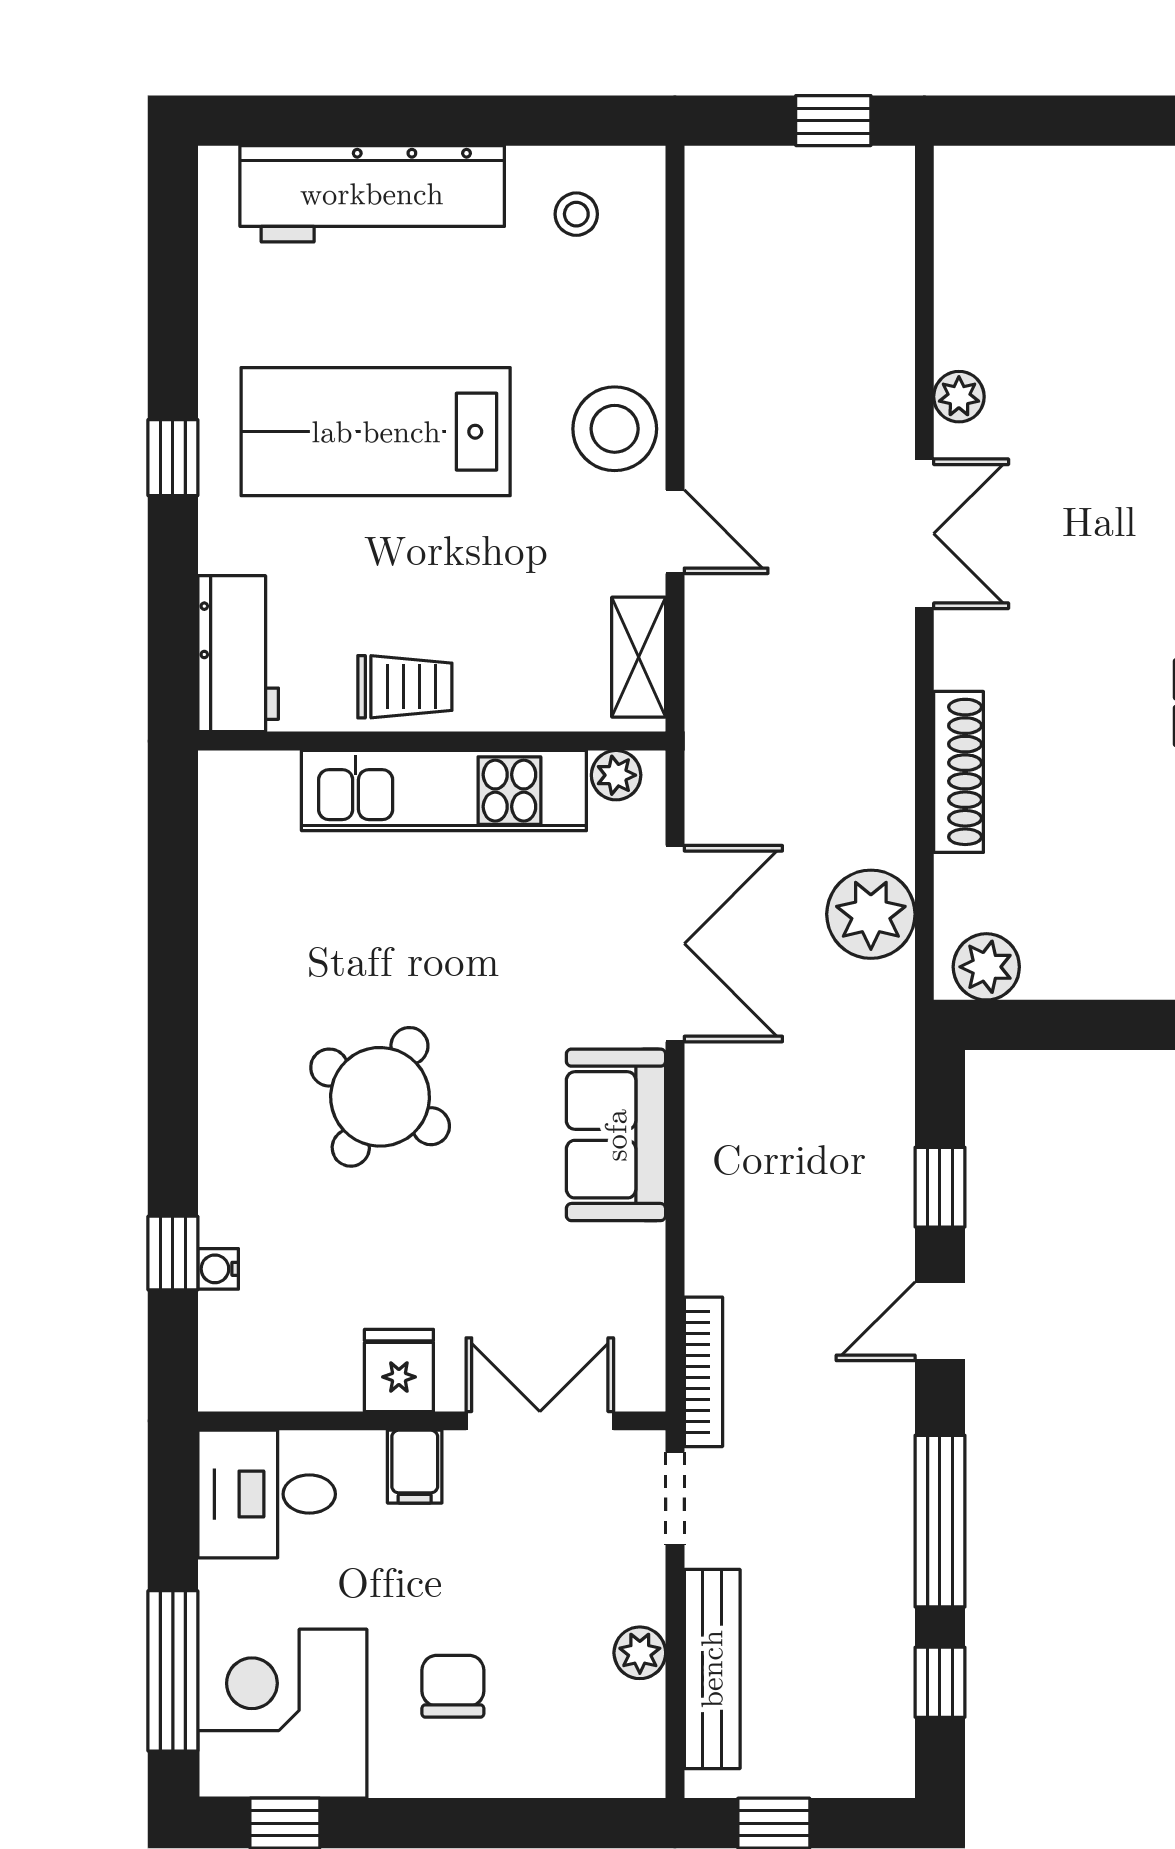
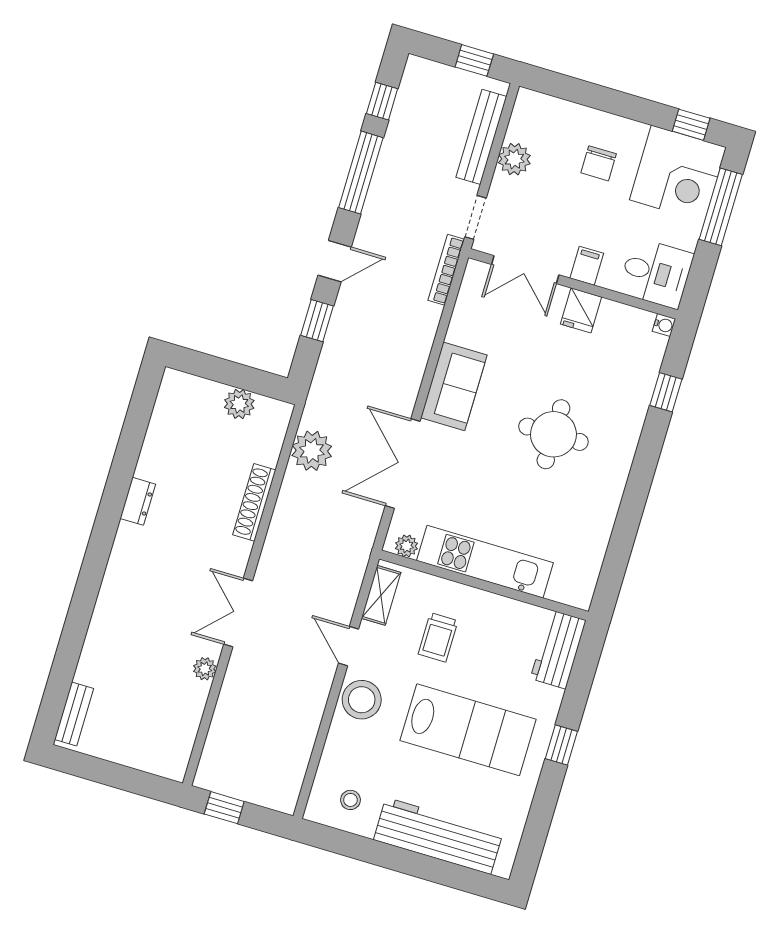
trolley: (405, 687) -> (438, 637), moved, turned -90
plant: (986, 967) -> (239, 404), moved
round table: (380, 1097) -> (553, 434), turned -30
water cooler: (218, 1269) -> (664, 325), moved
plant: (640, 1653) -> (514, 159), width x1.38, depth x1.38

